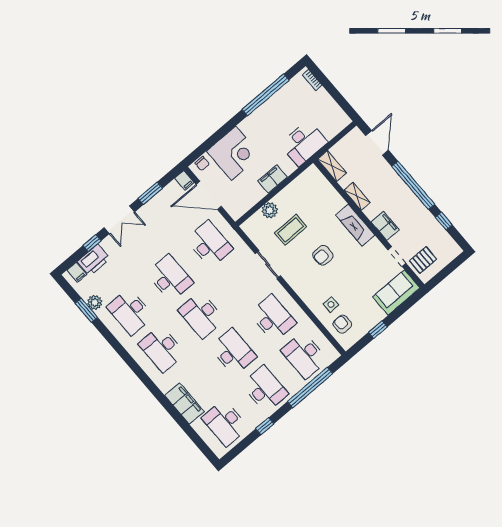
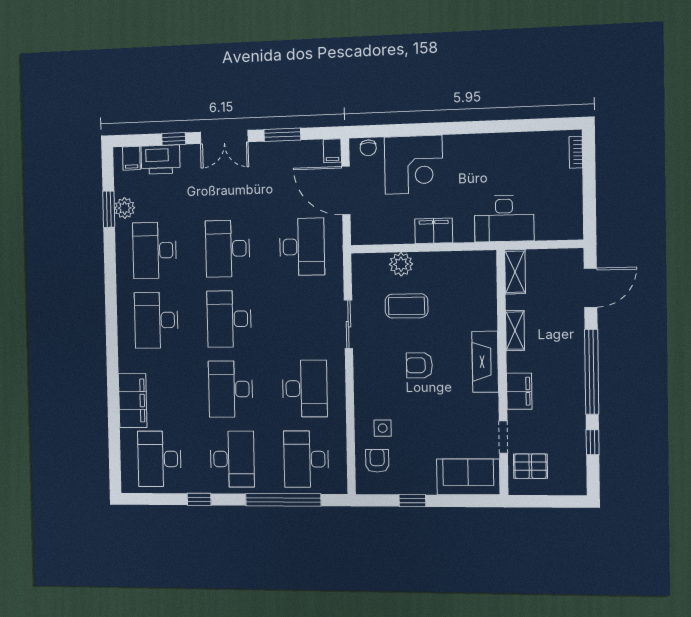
window: (266, 95) -> (506, 126), removed
desk: (170, 278) -> (228, 249), turned 180
desk: (233, 352) -> (231, 389), turned 180

